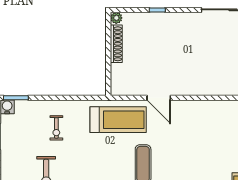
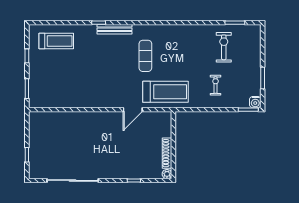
door: (159, 98) -> (133, 110), swing flipped
treadmill: (118, 120) -> (166, 92), turned 180

